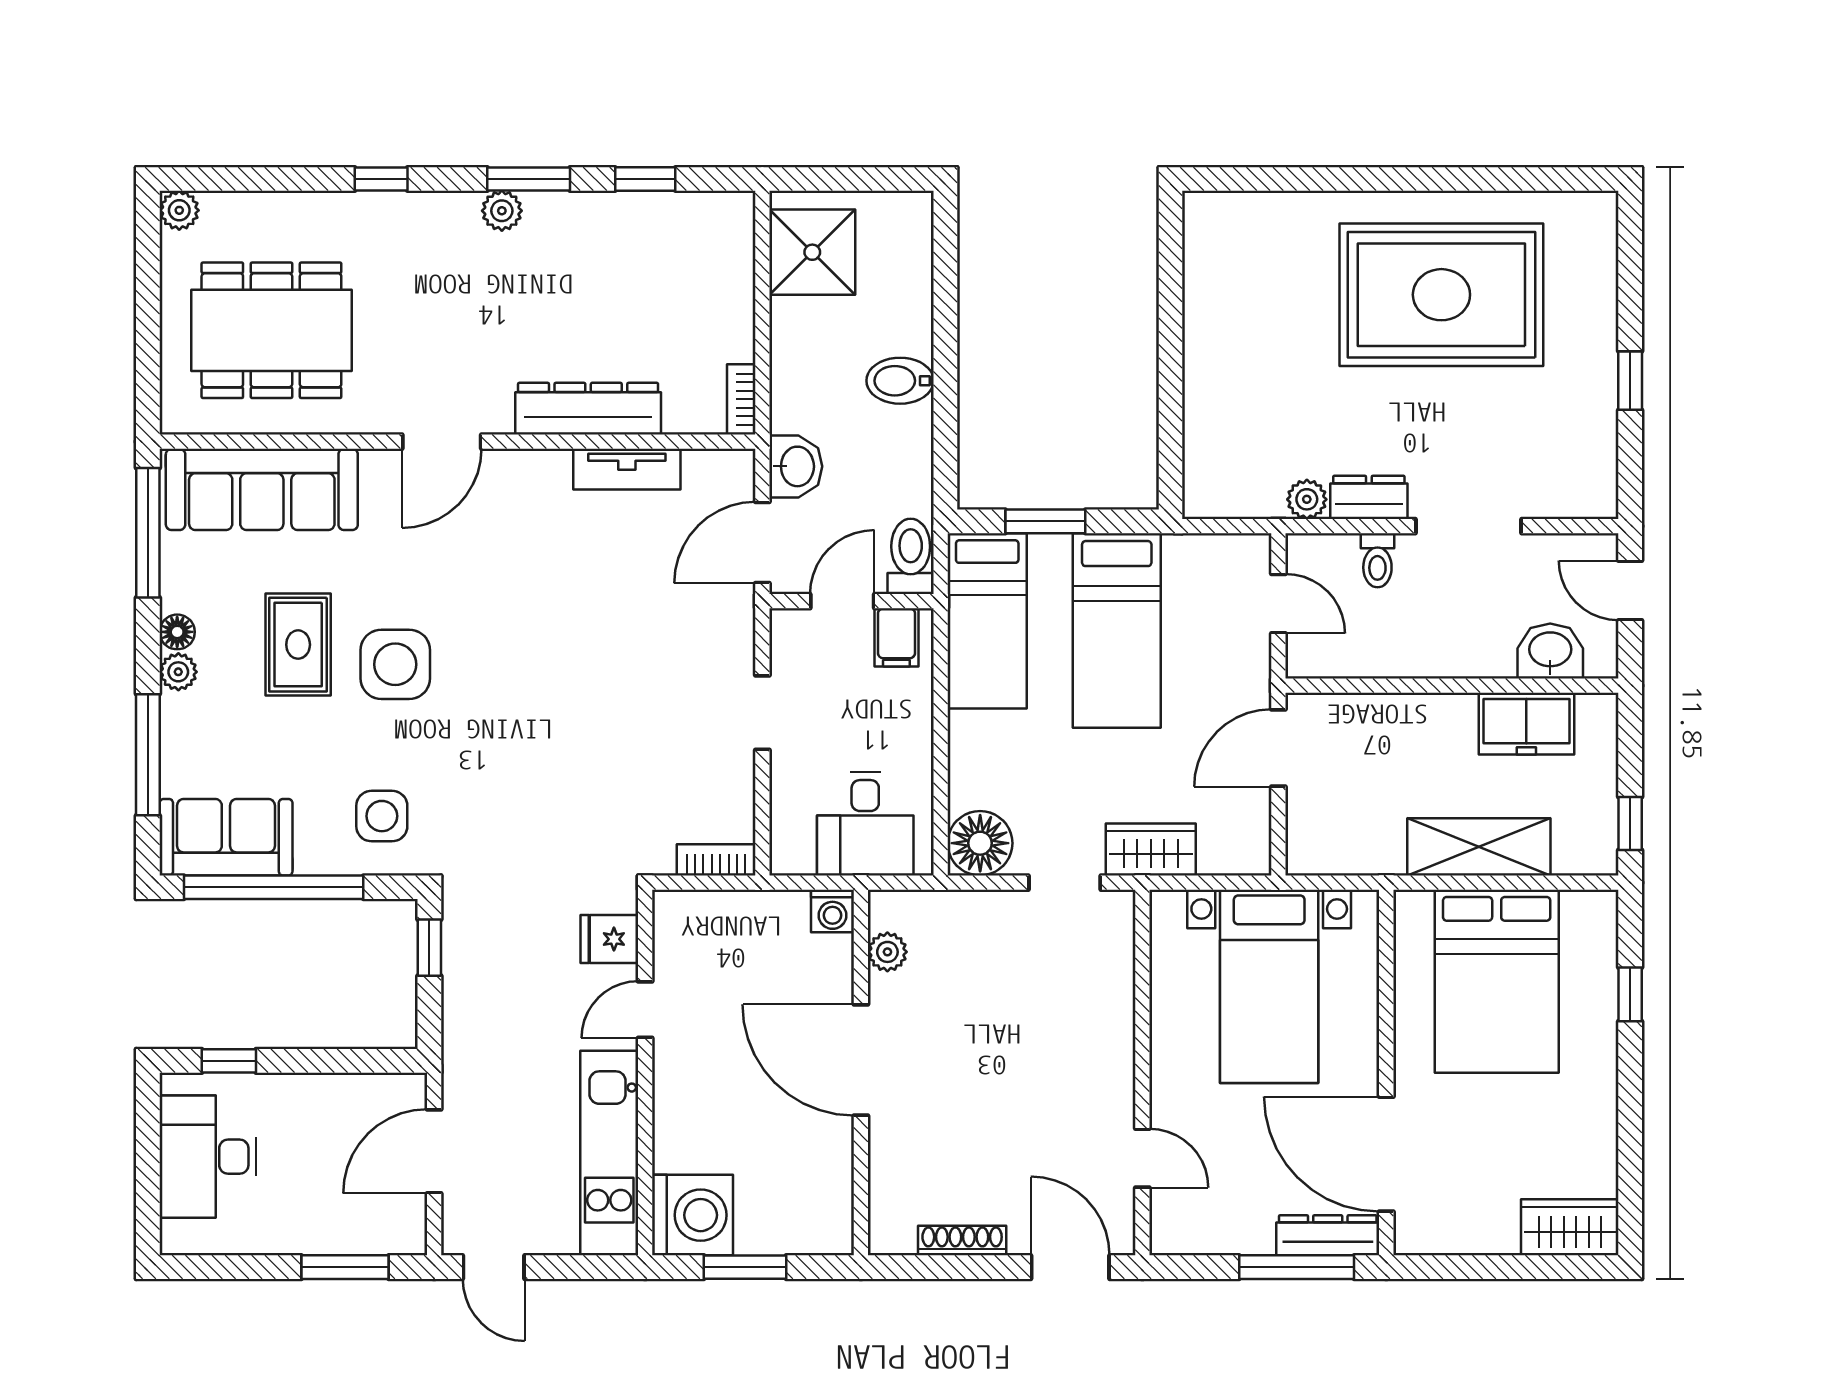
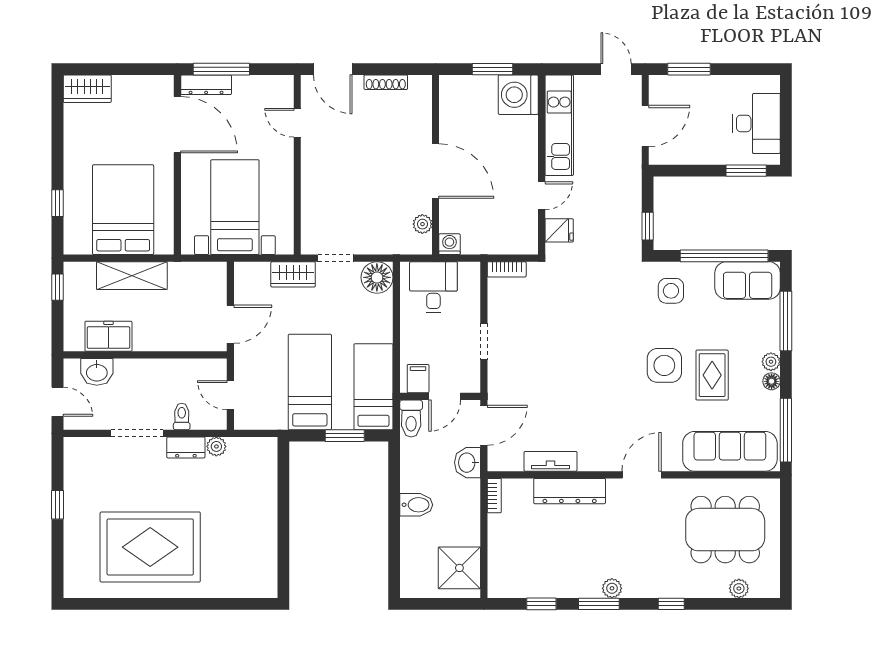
plant: (179, 210) -> (739, 589), moved
window: (229, 1061) -> (746, 171), width x1.50

